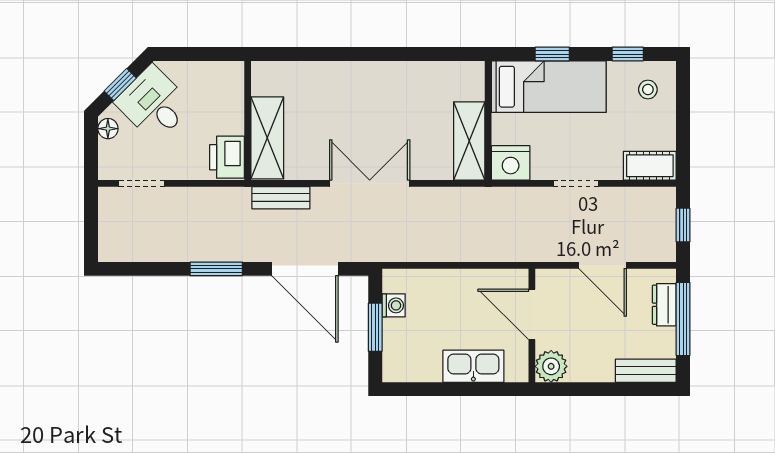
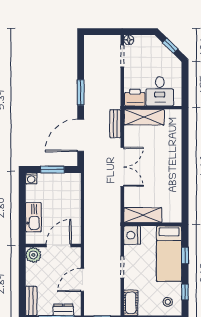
desk: (154, 104) -> (160, 91), moved, turned 135
floor lamp: (108, 129) -> (129, 40), moved
washing machine: (394, 305) -> (31, 178), moved

